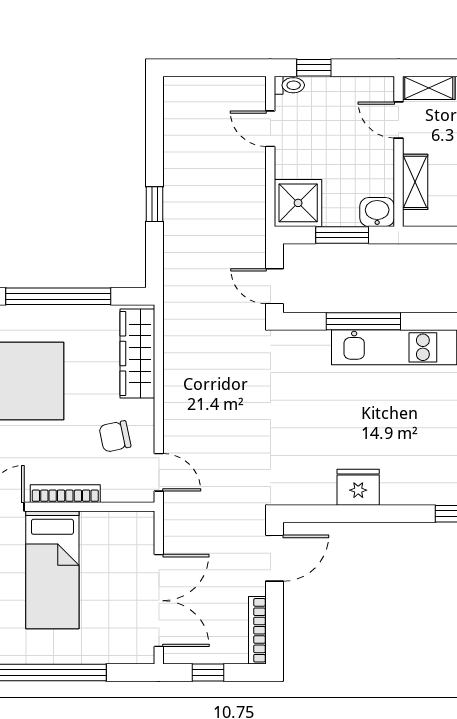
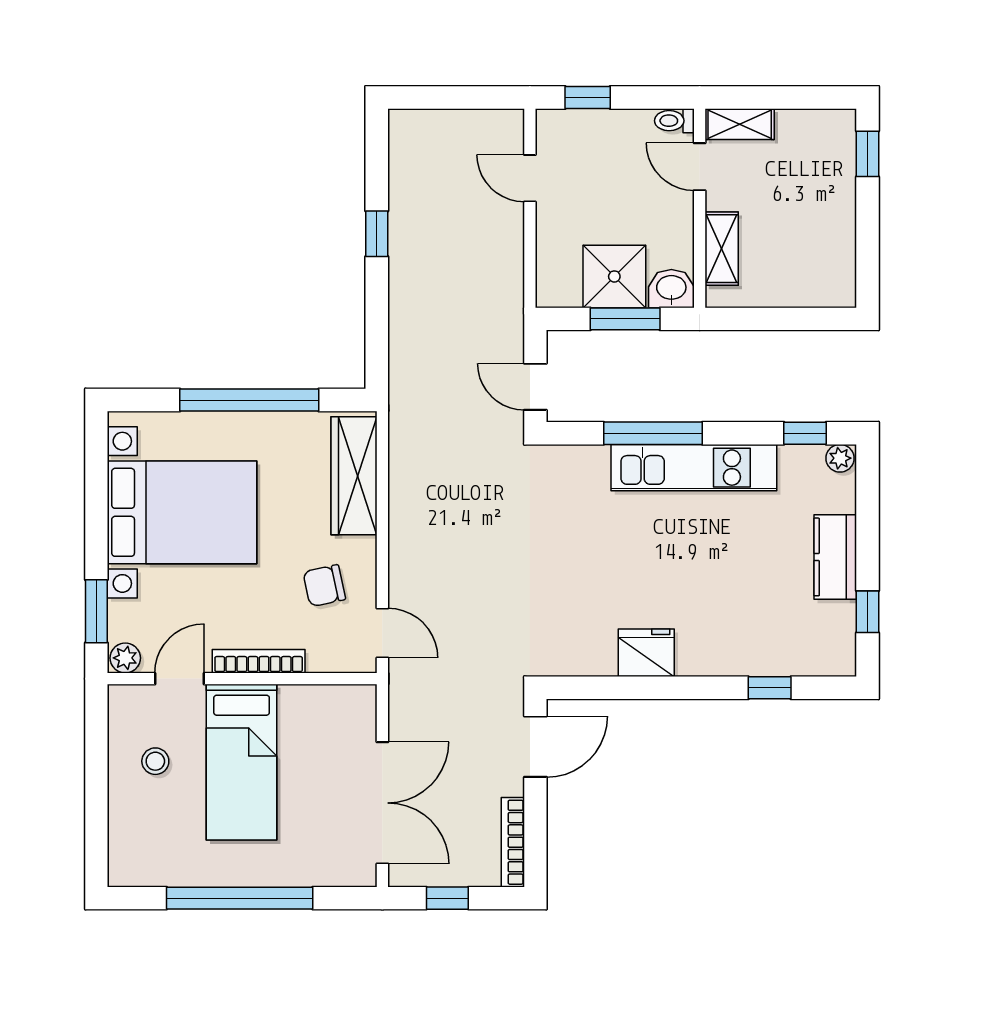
toilet: (289, 85) -> (674, 121), moved, turned 180
shower: (298, 203) -> (614, 276), moved
window: (155, 204) -> (377, 234), moved

